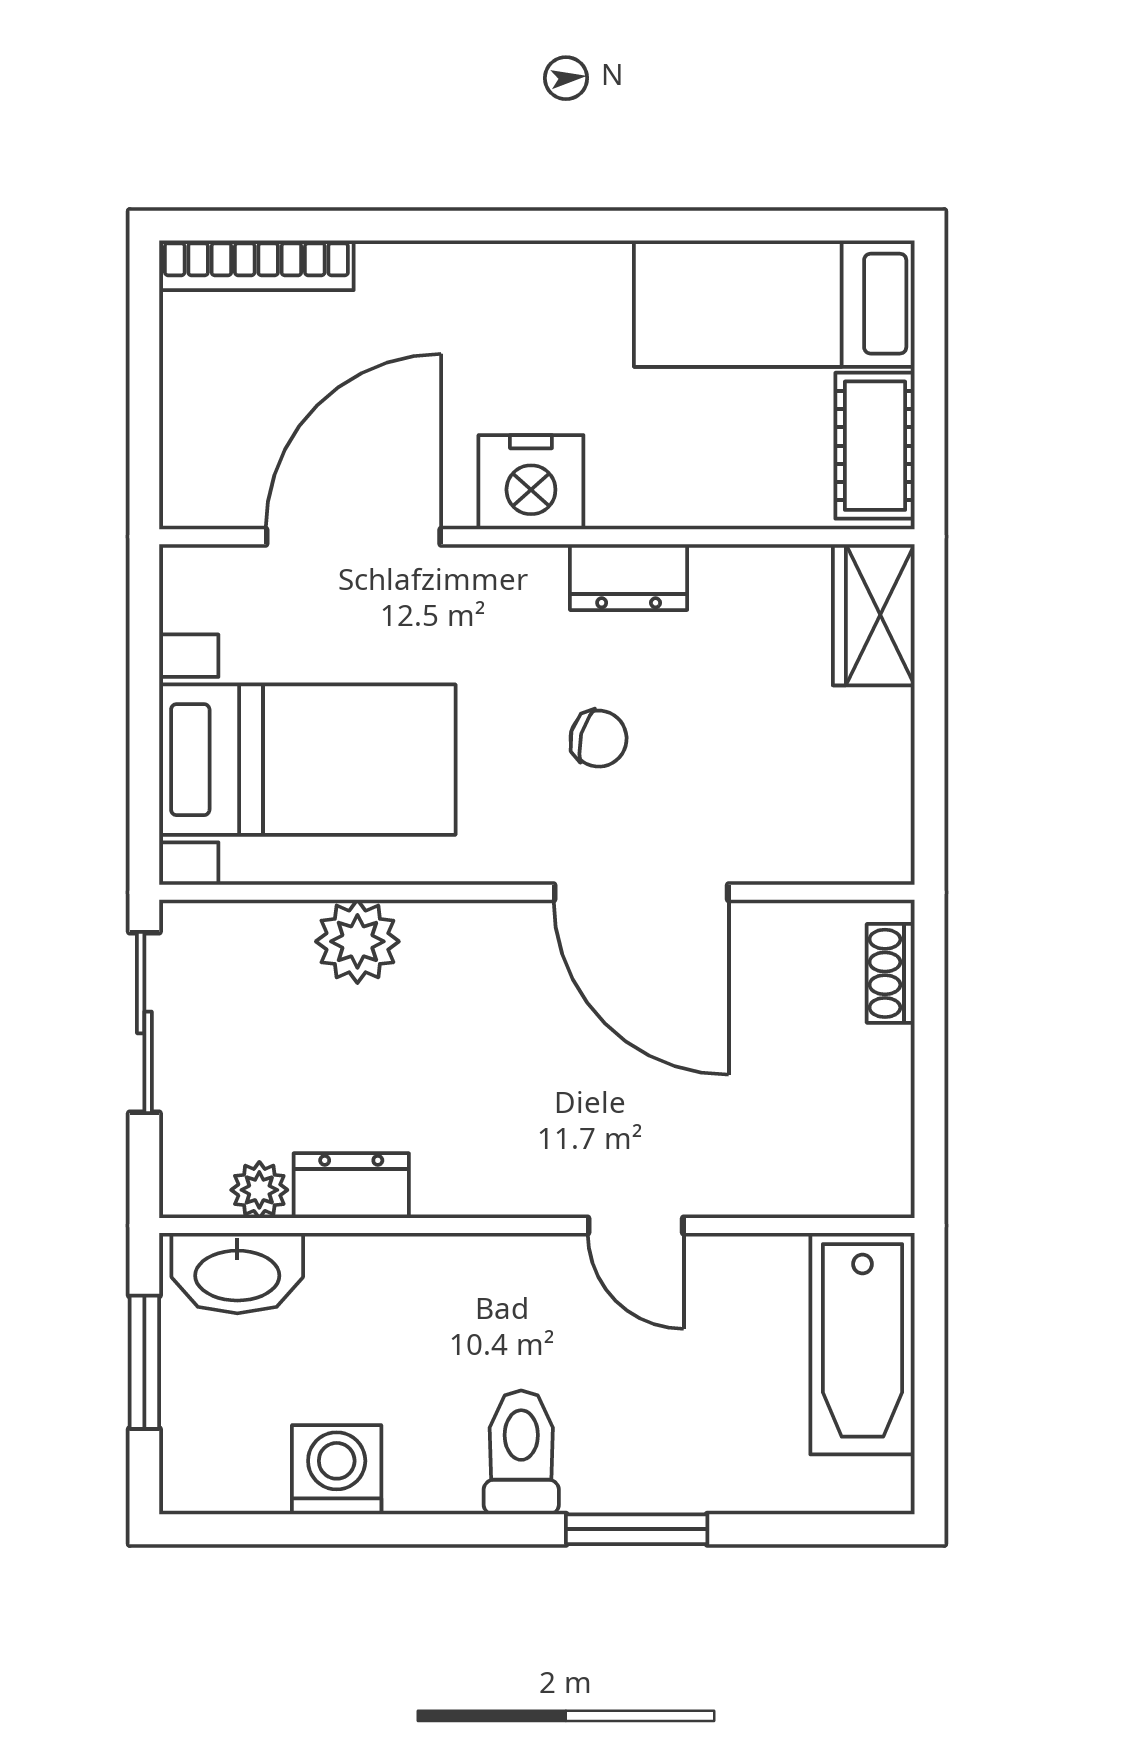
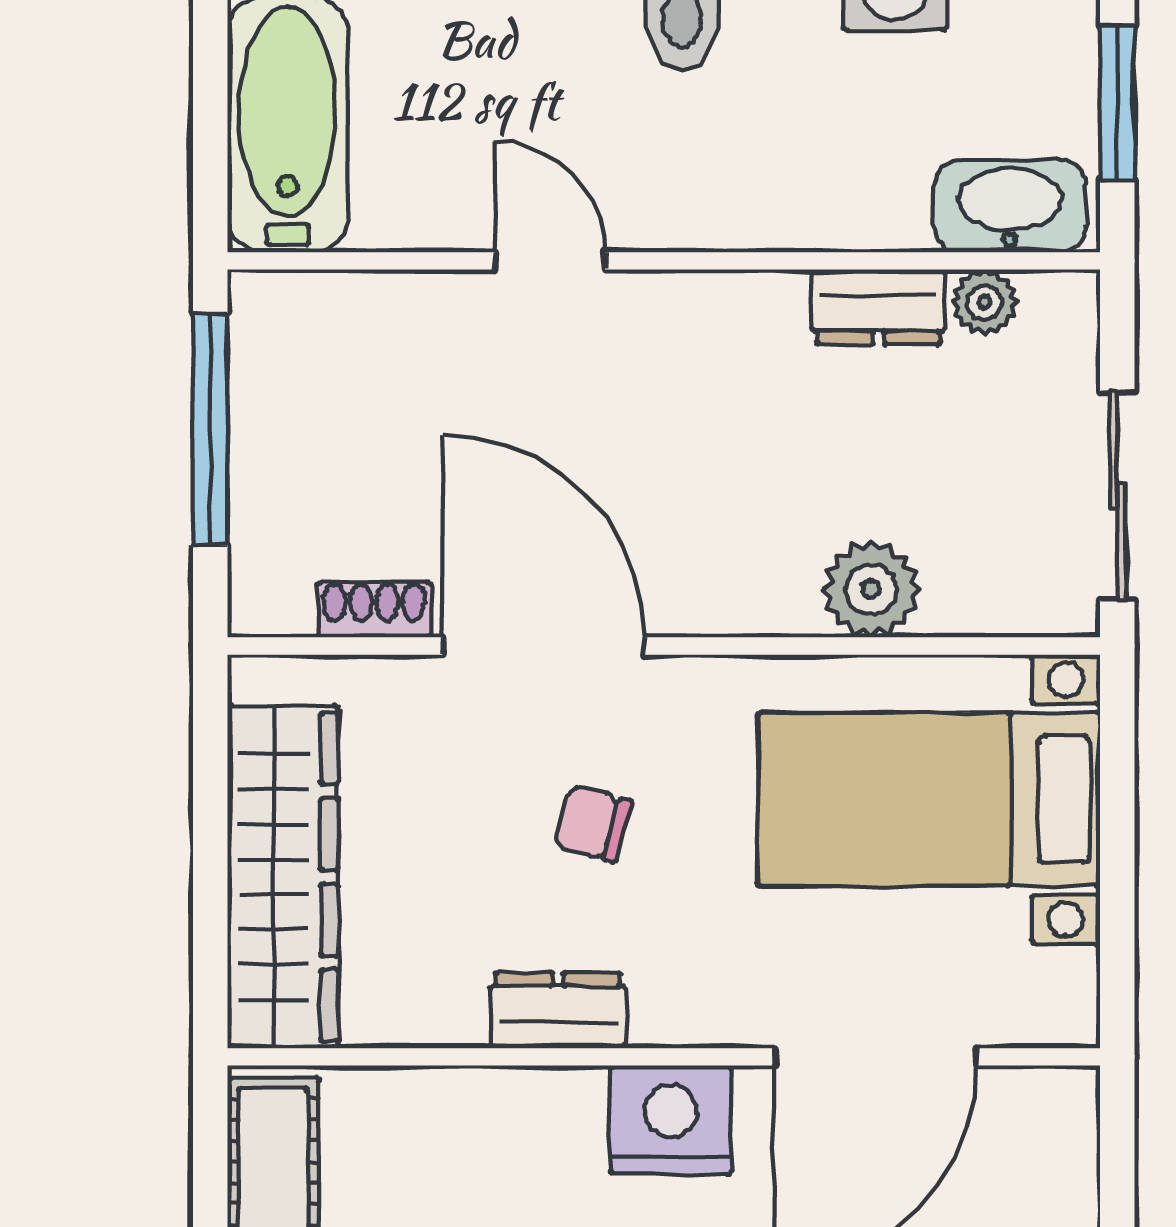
wardrobe: (874, 615) -> (283, 877), width x2.10, depth x1.17
shoe rack: (891, 973) -> (374, 610), moved, turned -90
window: (930, 1080) -> (210, 429), added

